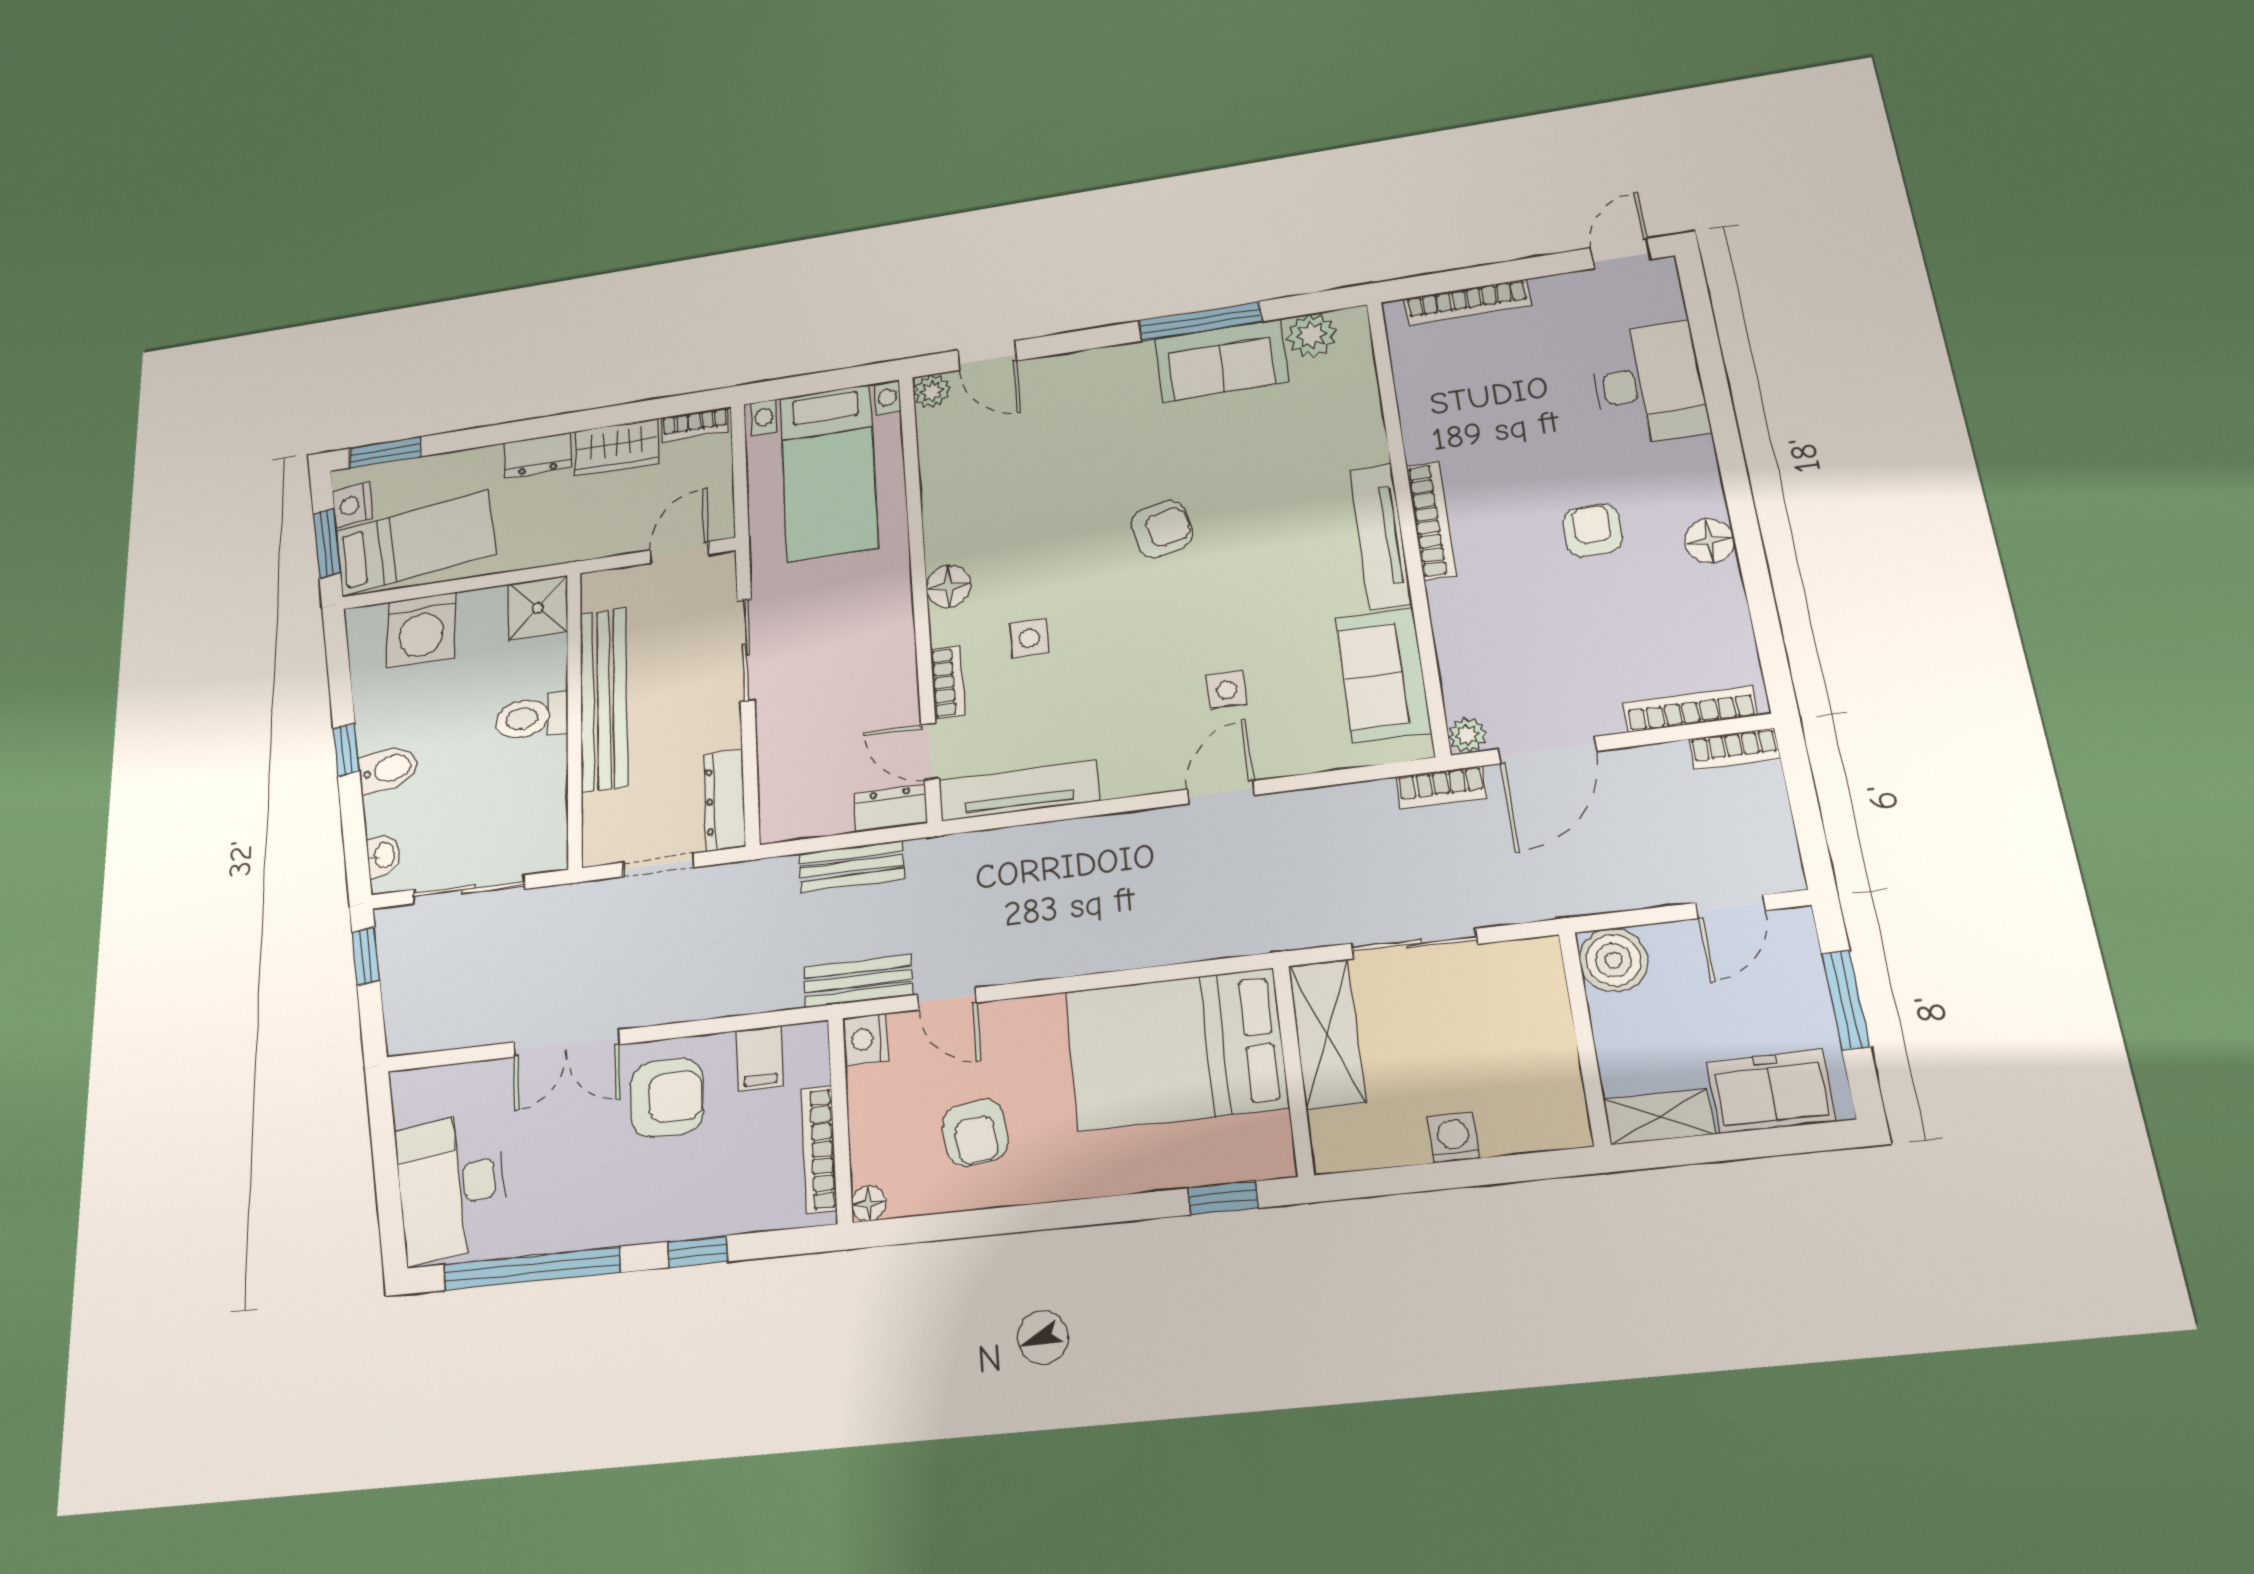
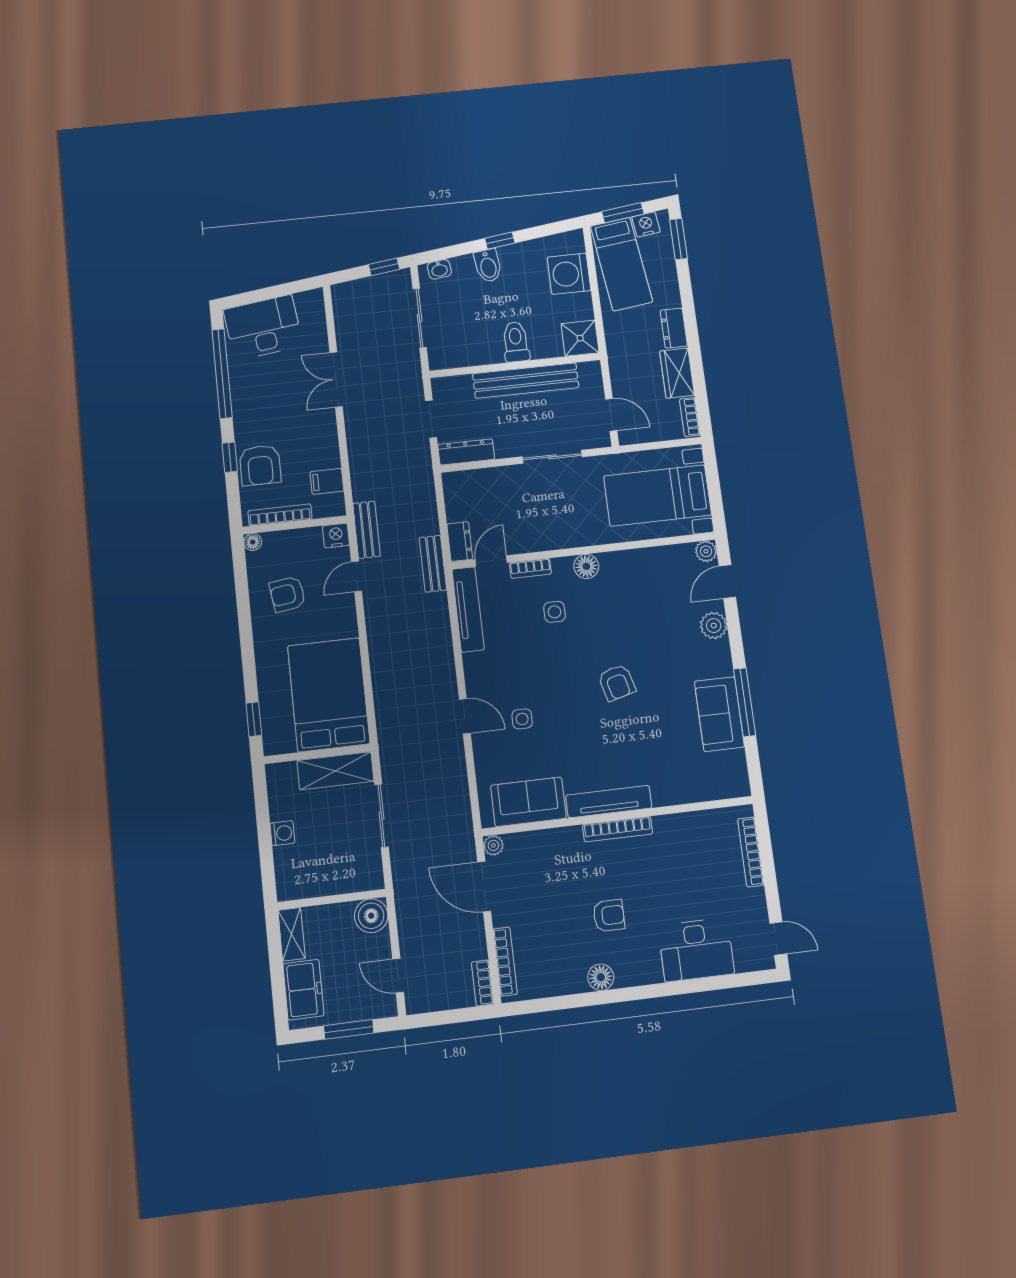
plant: (1311, 335) -> (714, 626), moved
bookcase: (1441, 787) -> (465, 831), removed
bench: (851, 866) -> (433, 564), moved
armchair: (667, 1098) -> (260, 465), moved

